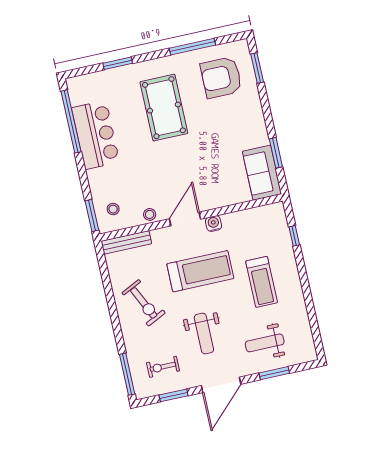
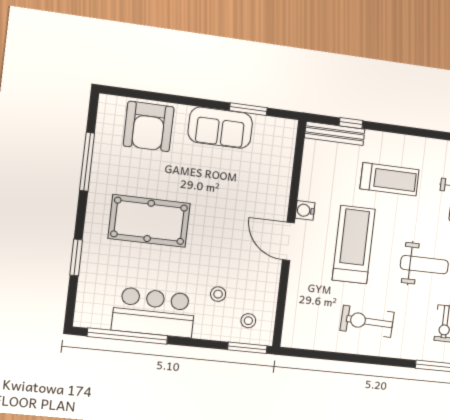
window: (257, 68) -> (140, 94), removed
armchair: (221, 77) -> (149, 126), moved
sofa: (262, 173) -> (220, 128), moved
stool: (150, 214) -> (218, 294), moved
bench: (126, 242) -> (335, 133), moved, turned 90
exercise bike: (144, 303) -> (367, 321), turned -152

